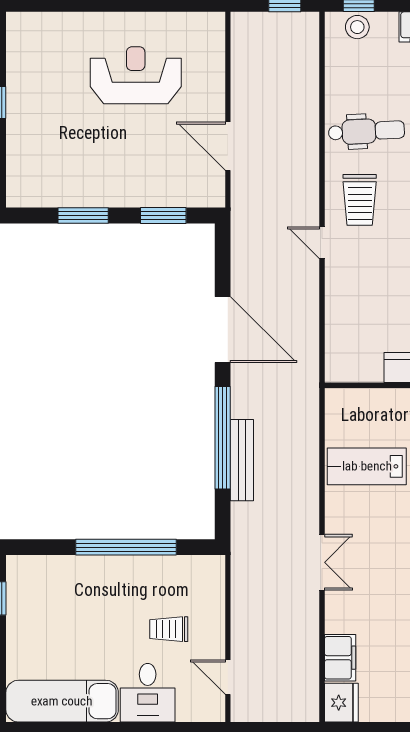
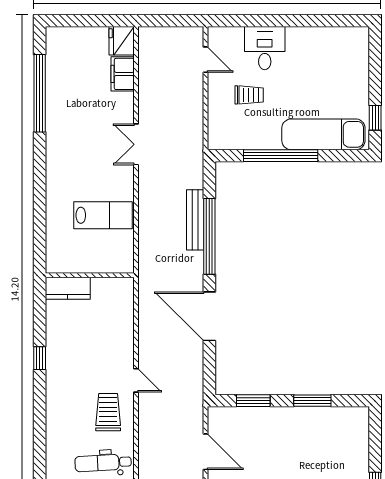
exam couch: (62, 701) -> (323, 134), moved, turned 180

